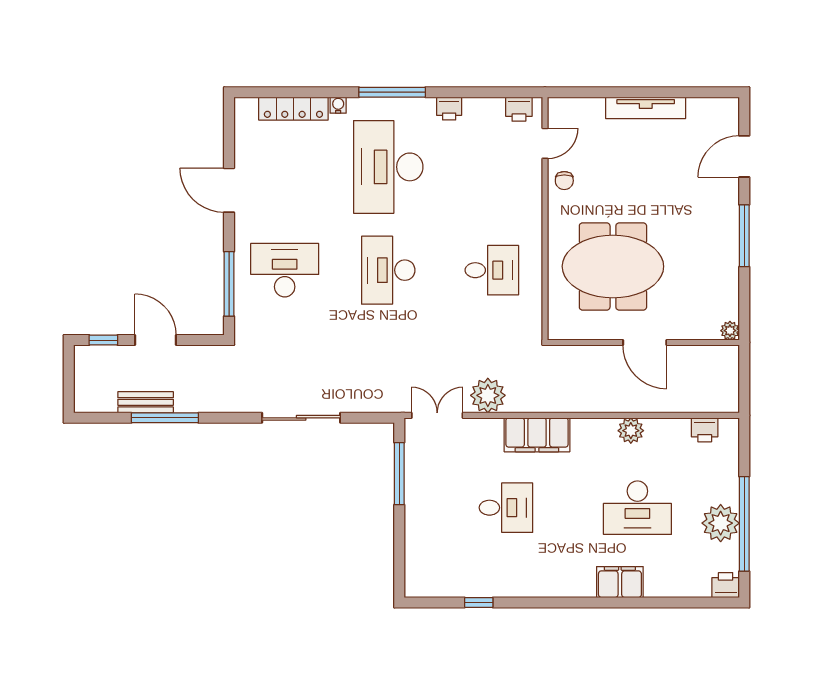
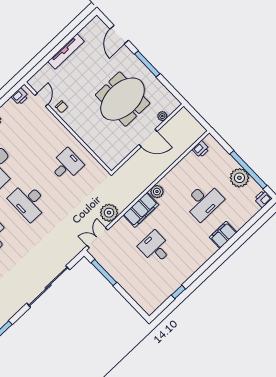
meeting table: (613, 266) -> (123, 99), moved
plant: (730, 331) -> (162, 116), moved
sliding door: (301, 418) -> (48, 286), width x1.36
plant: (631, 431) -> (157, 192), moved
desk: (506, 508) -> (155, 248), turned -90

